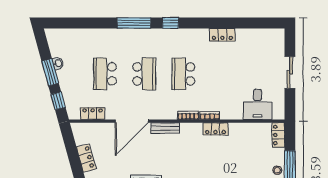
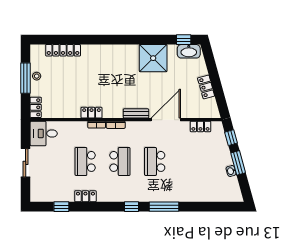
window: (249, 23) -> (61, 207), added
school desk: (105, 74) -> (85, 161), moved, turned 180
desk: (258, 104) -> (44, 133), moved, turned -90

